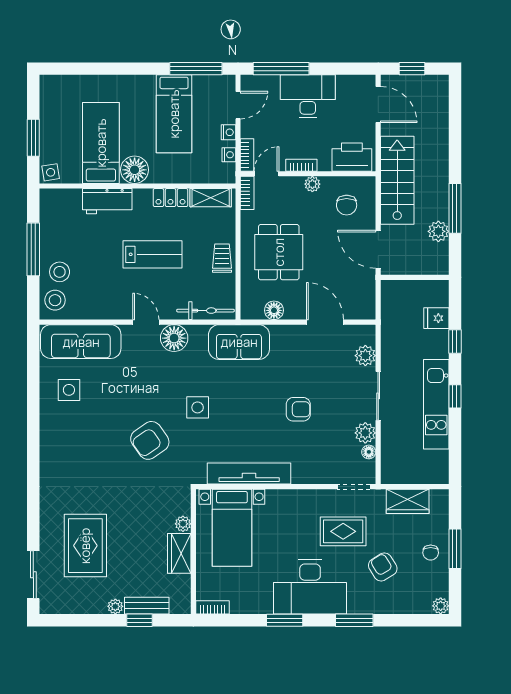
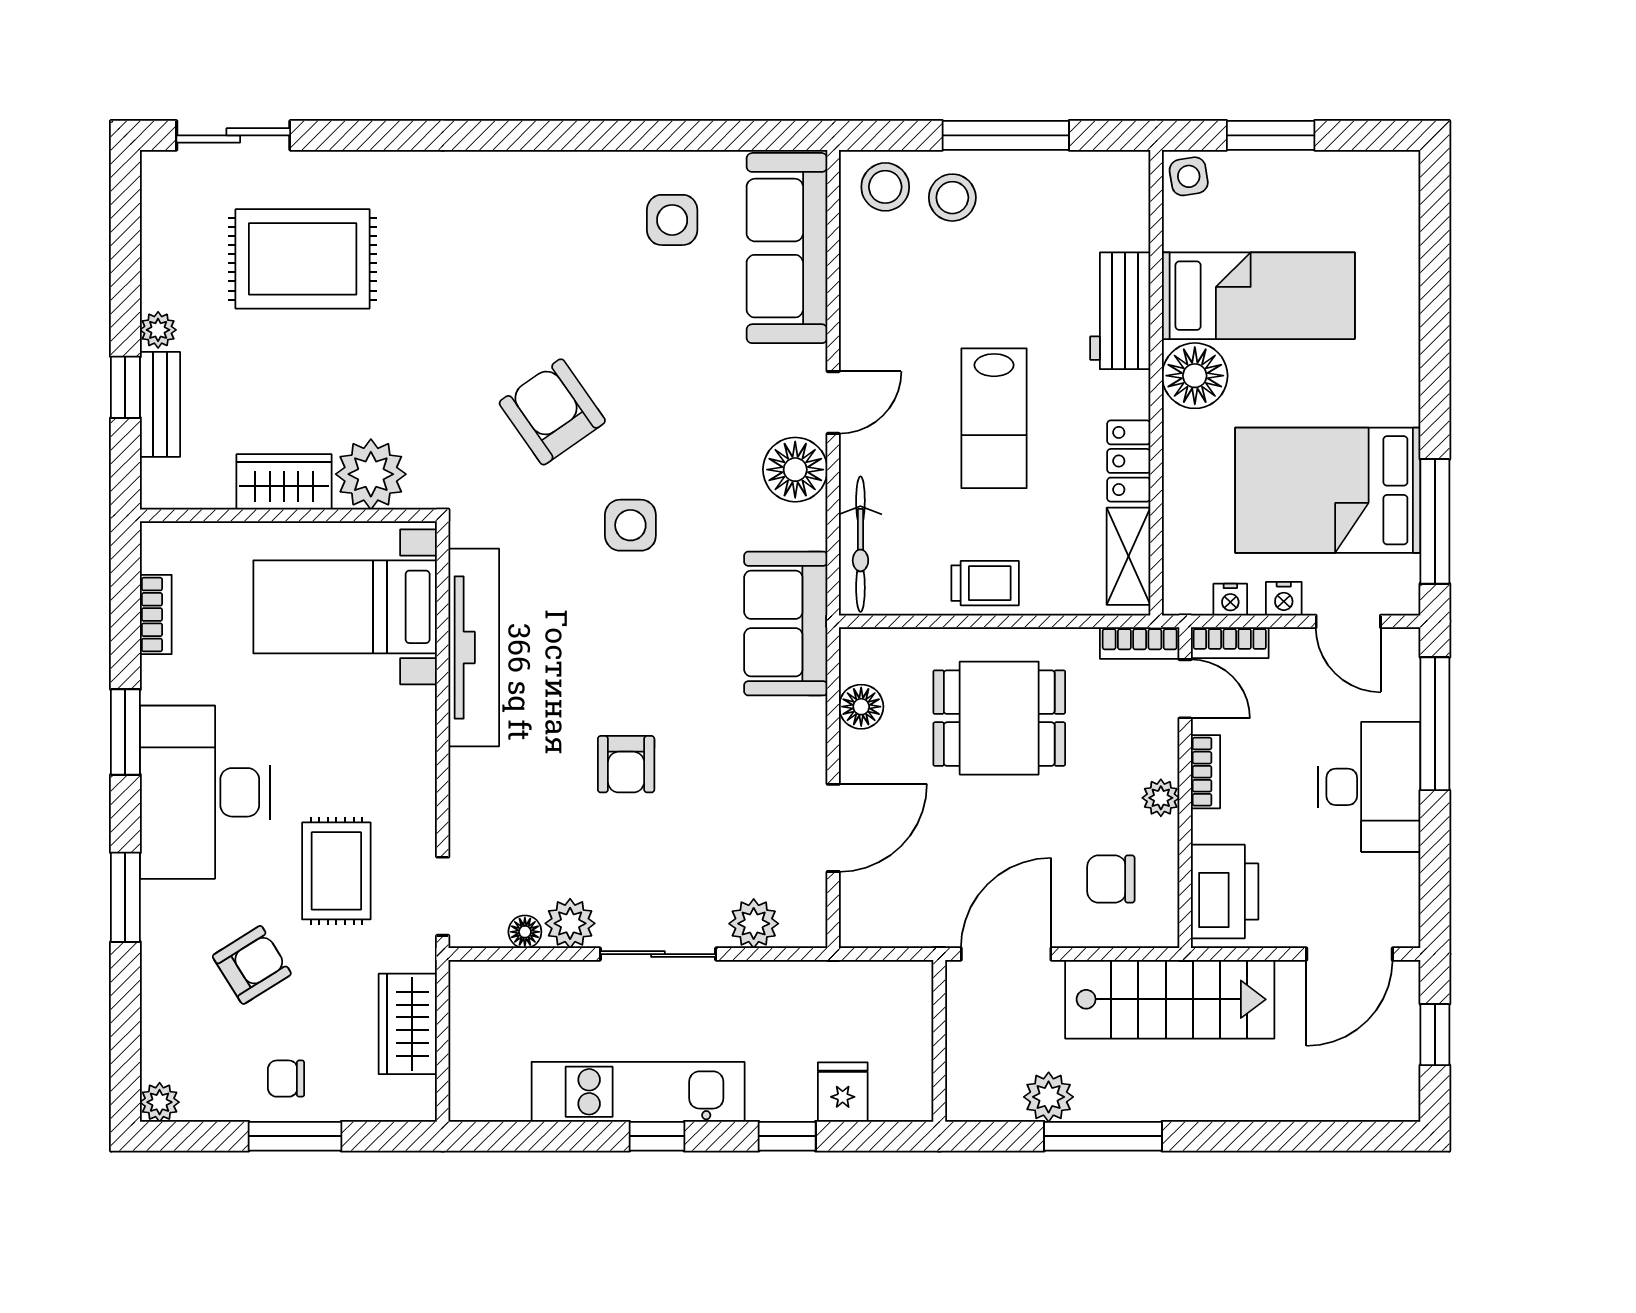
bed: (174, 114) -> (1328, 490), width x1.50
plant: (183, 524) -> (371, 474), width x1.88, depth x1.88
bookcase: (212, 607) -> (156, 615), moved

